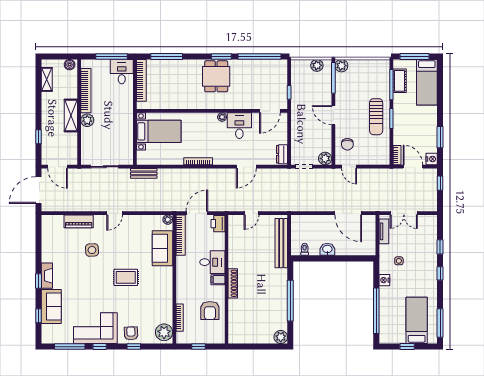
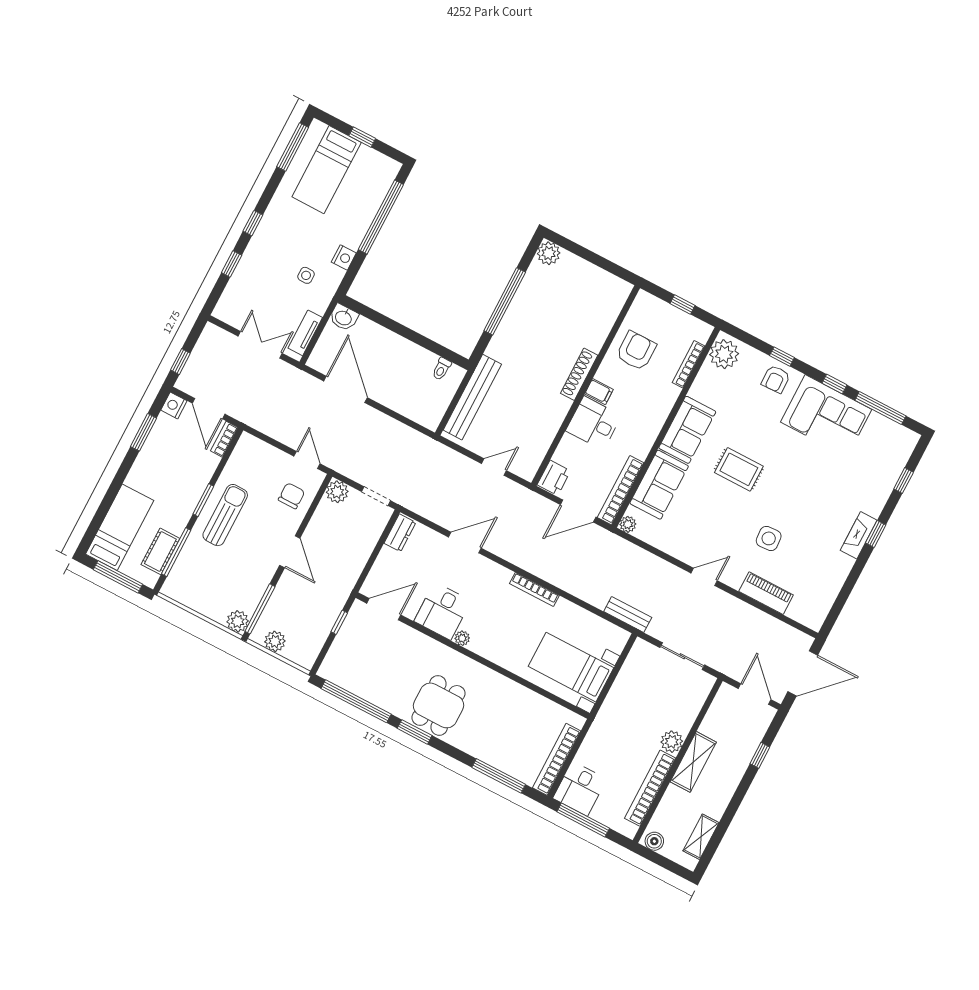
washbasin: (327, 249) -> (344, 318), moved
sofa: (51, 306) -> (687, 430), moved, turned 180

